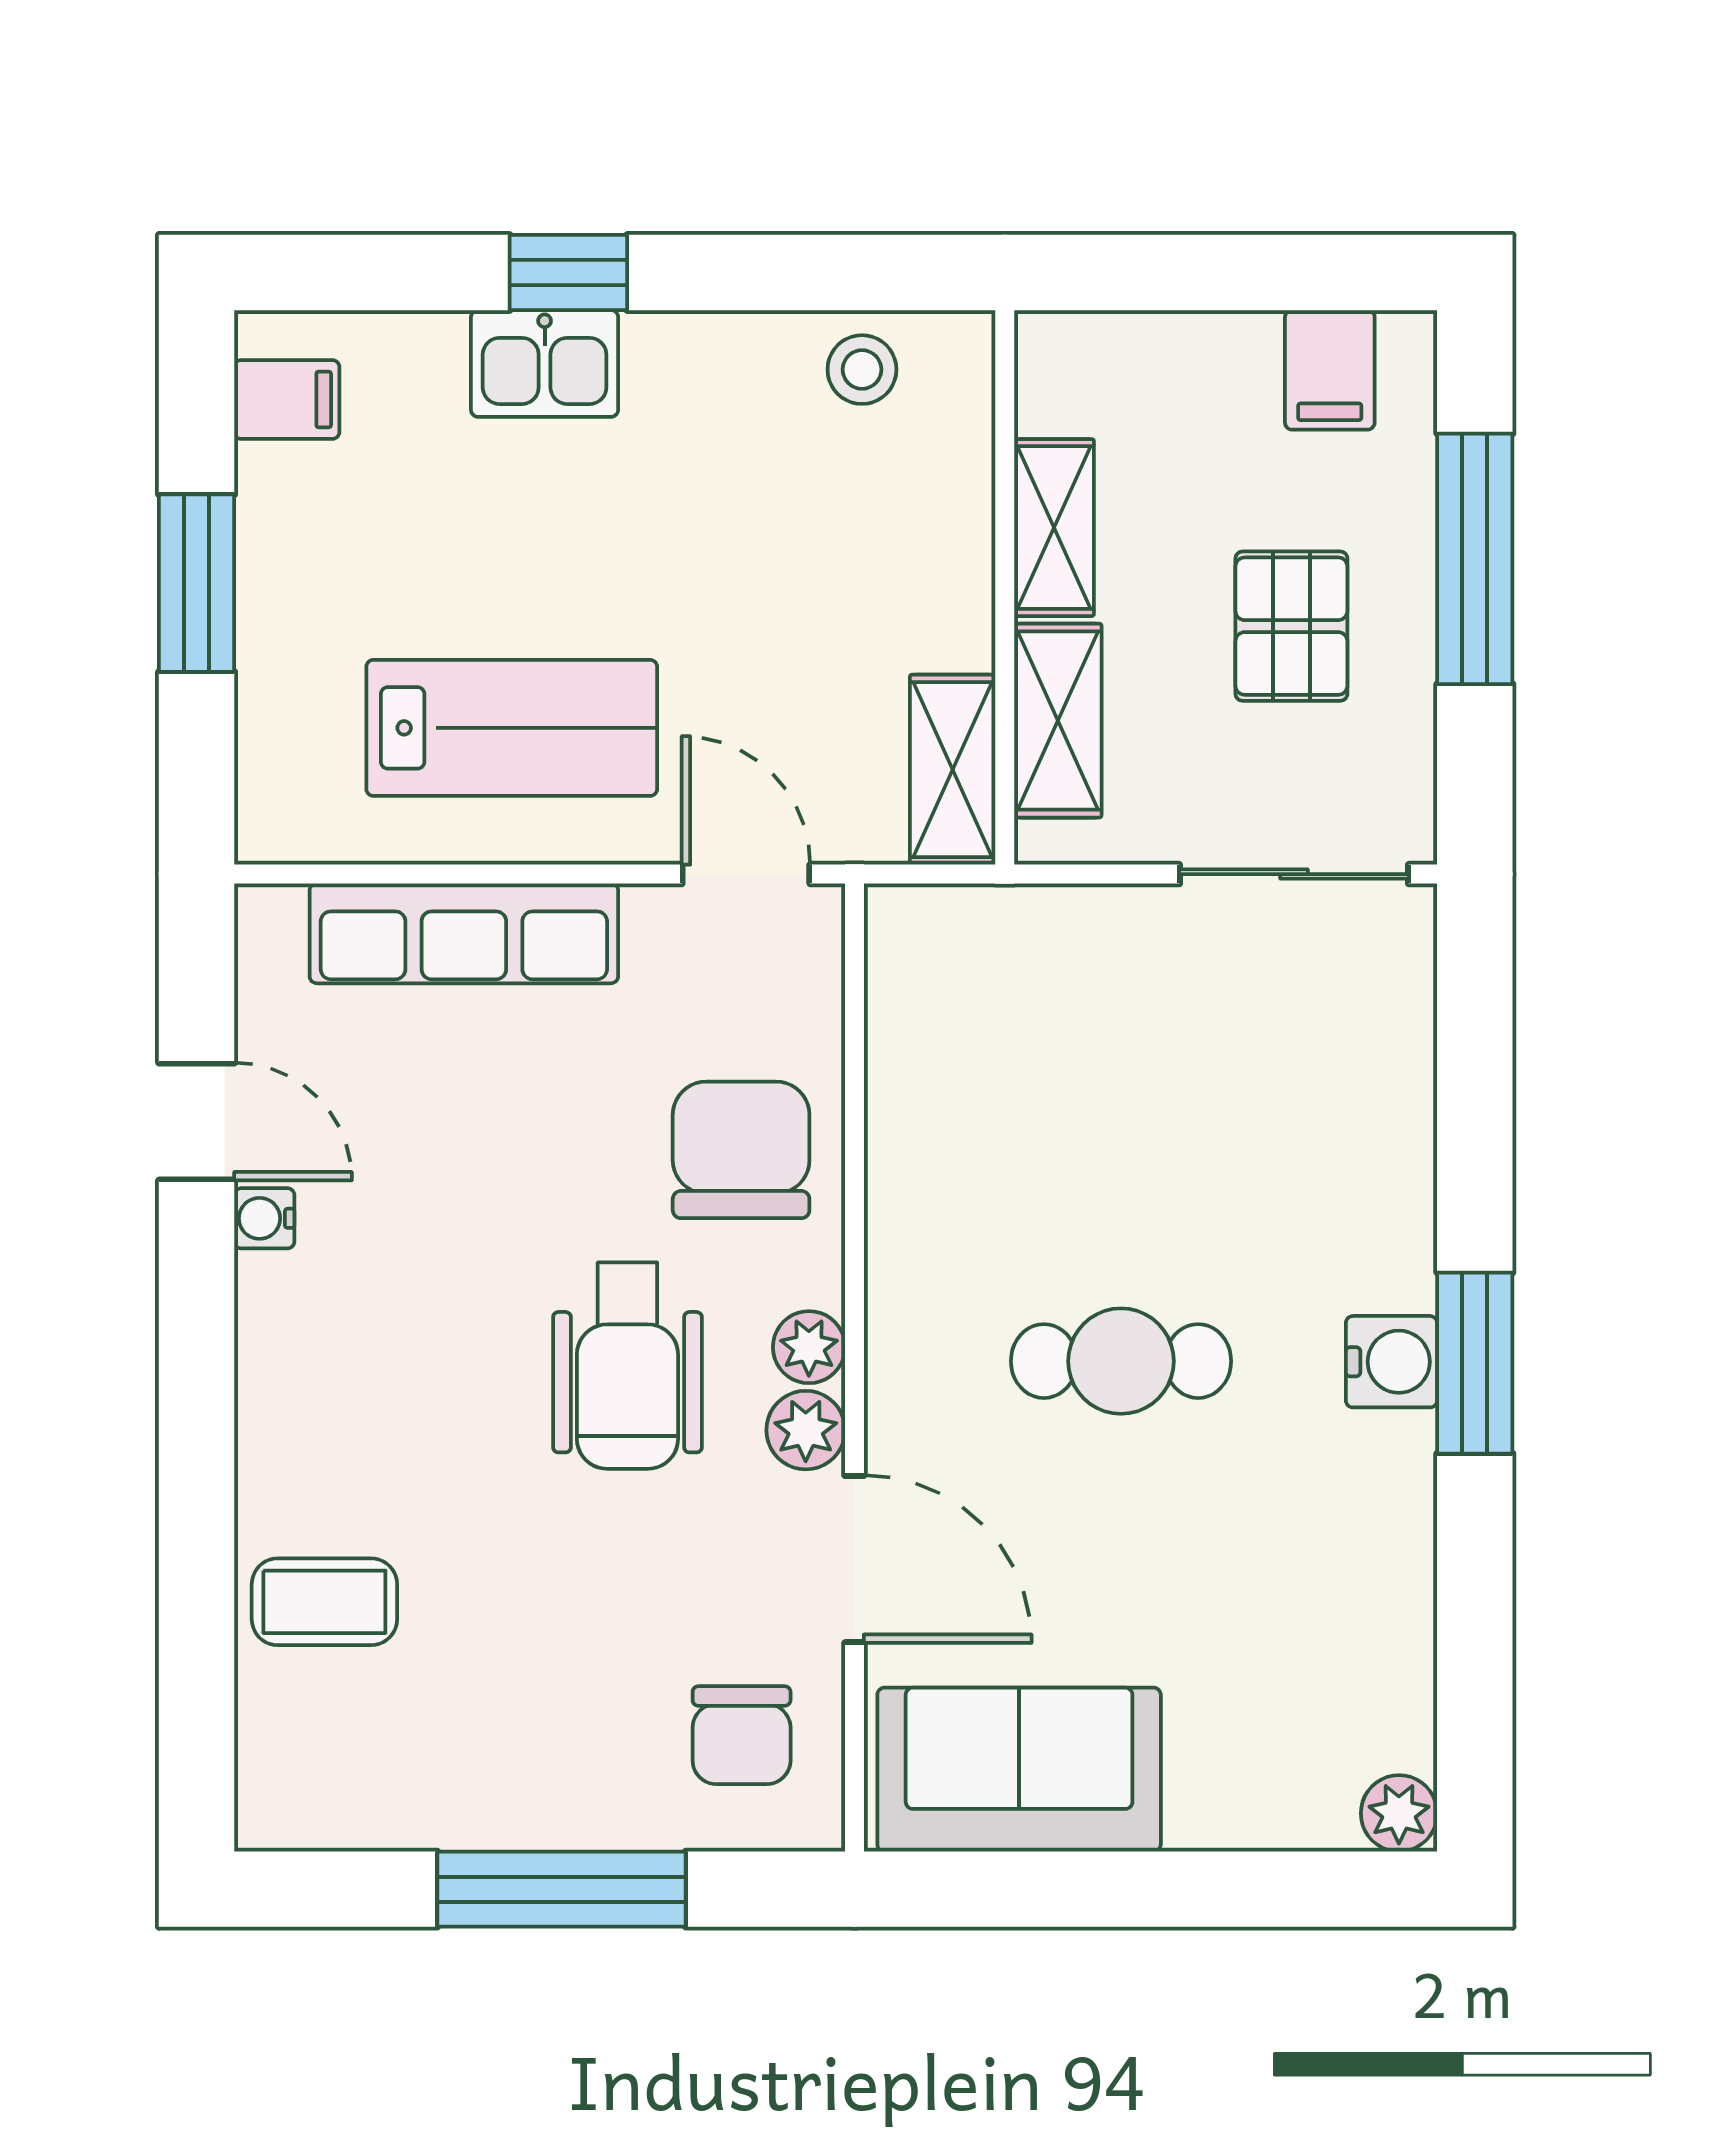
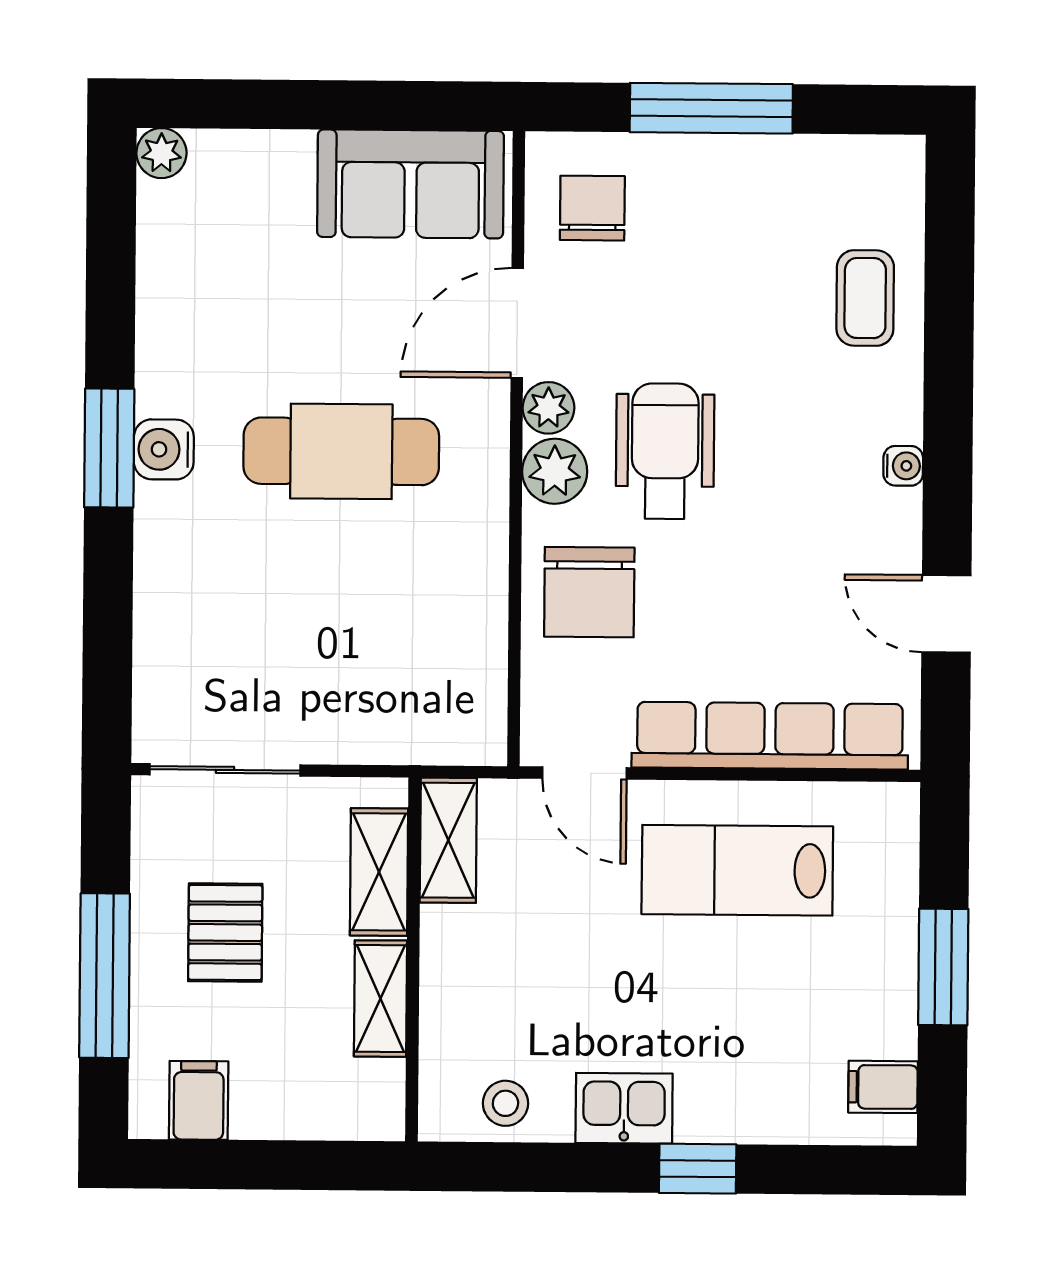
kitchen sink: (545, 363) -> (624, 1108), moved
row of seats: (464, 933) -> (770, 736), width x1.36
water cooler: (264, 1218) -> (903, 466), moved
plant: (809, 1347) -> (555, 471), width x1.38, depth x1.38
cafe table: (1121, 1361) -> (341, 451), width x1.37, depth x1.35
door: (854, 1559) -> (517, 323), hinge flipped
coffee table: (324, 1602) -> (865, 298), turned 90

